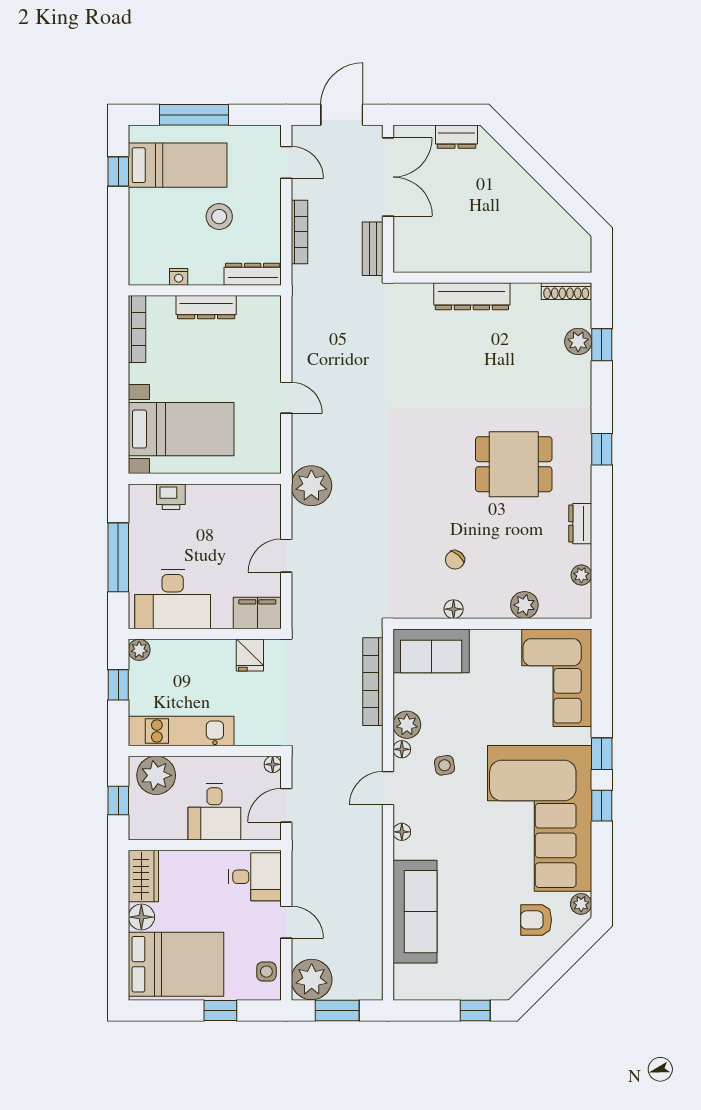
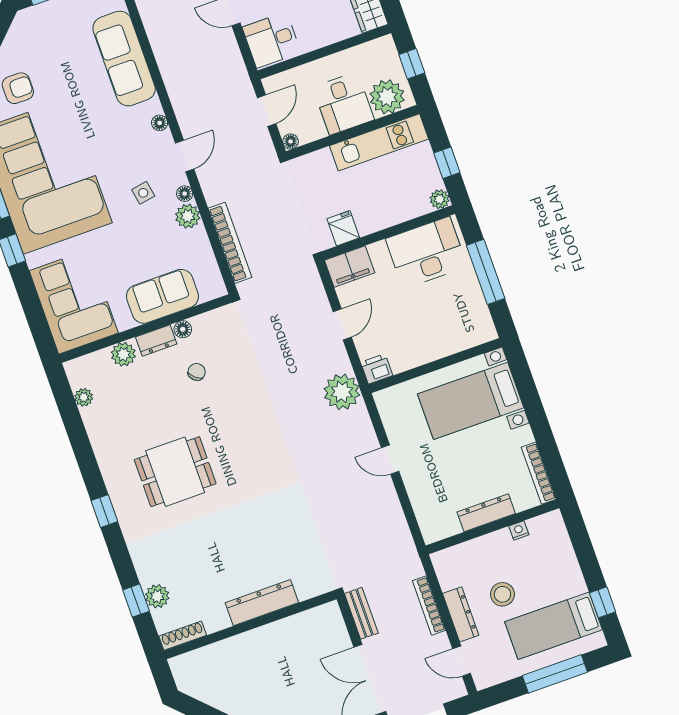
dresser: (253, 274) -> (461, 614), moved, turned -90
printer: (171, 497) -> (377, 369), moved
dresser: (580, 524) -> (156, 341), moved, turned 90
sofa: (431, 651) -> (162, 296), moved
desk: (214, 812) -> (343, 103), moved, turned 180

